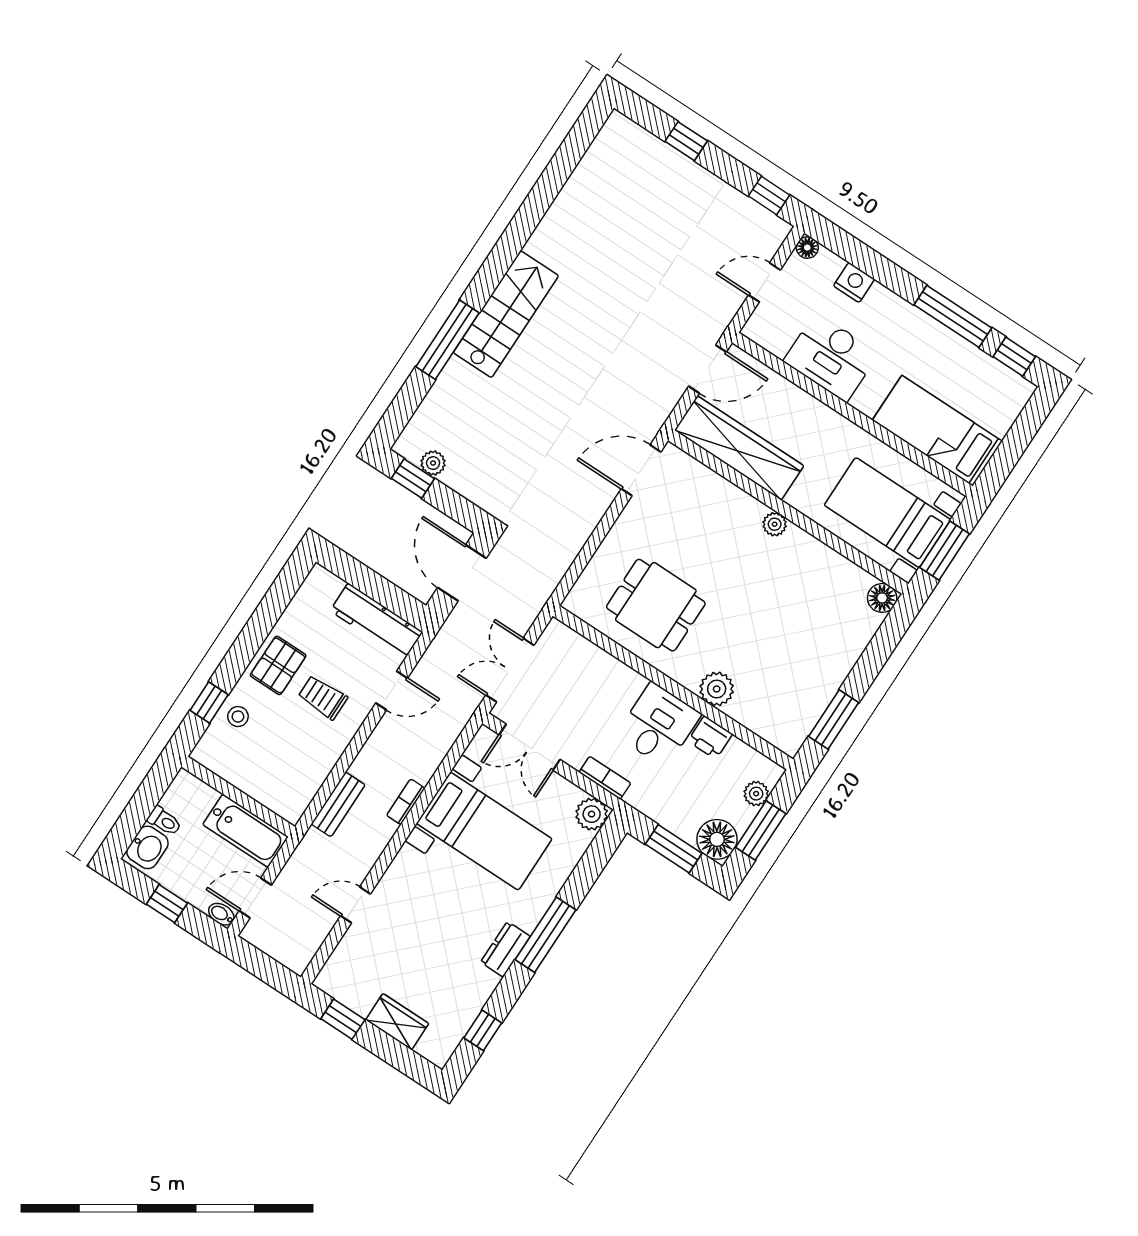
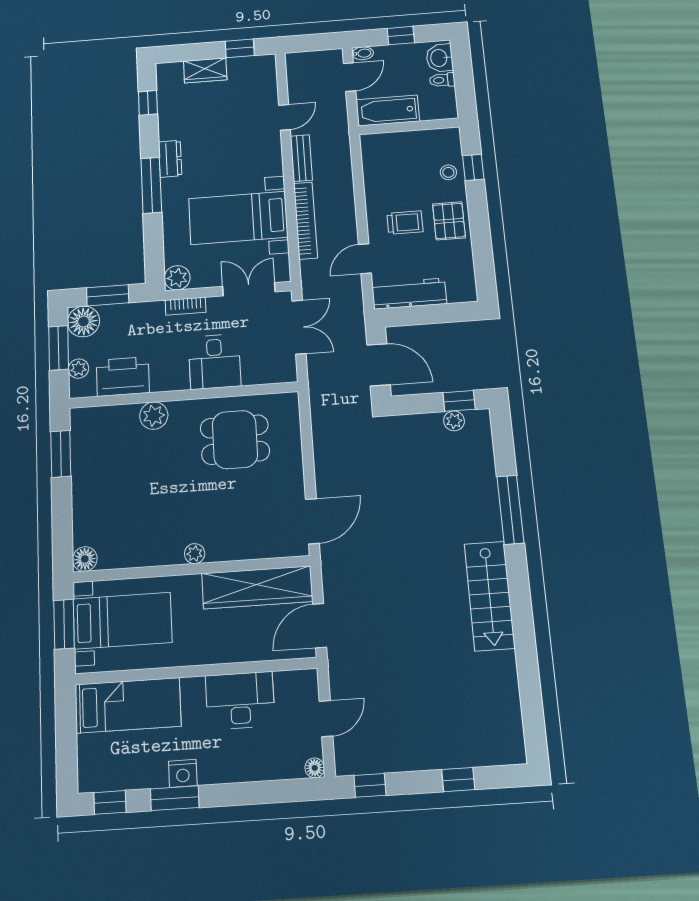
nightstand: (854, 282) -> (183, 773), moved
stairs: (506, 314) -> (489, 596), moved
window: (953, 316) -> (175, 798), width x0.69
desk: (658, 725) -> (215, 362), moved
printer: (710, 738) -> (123, 377), width x1.87, depth x1.48
bookcase: (406, 802) -> (305, 220), width x2.31, depth x1.31
bench: (338, 804) -> (301, 158), moved

